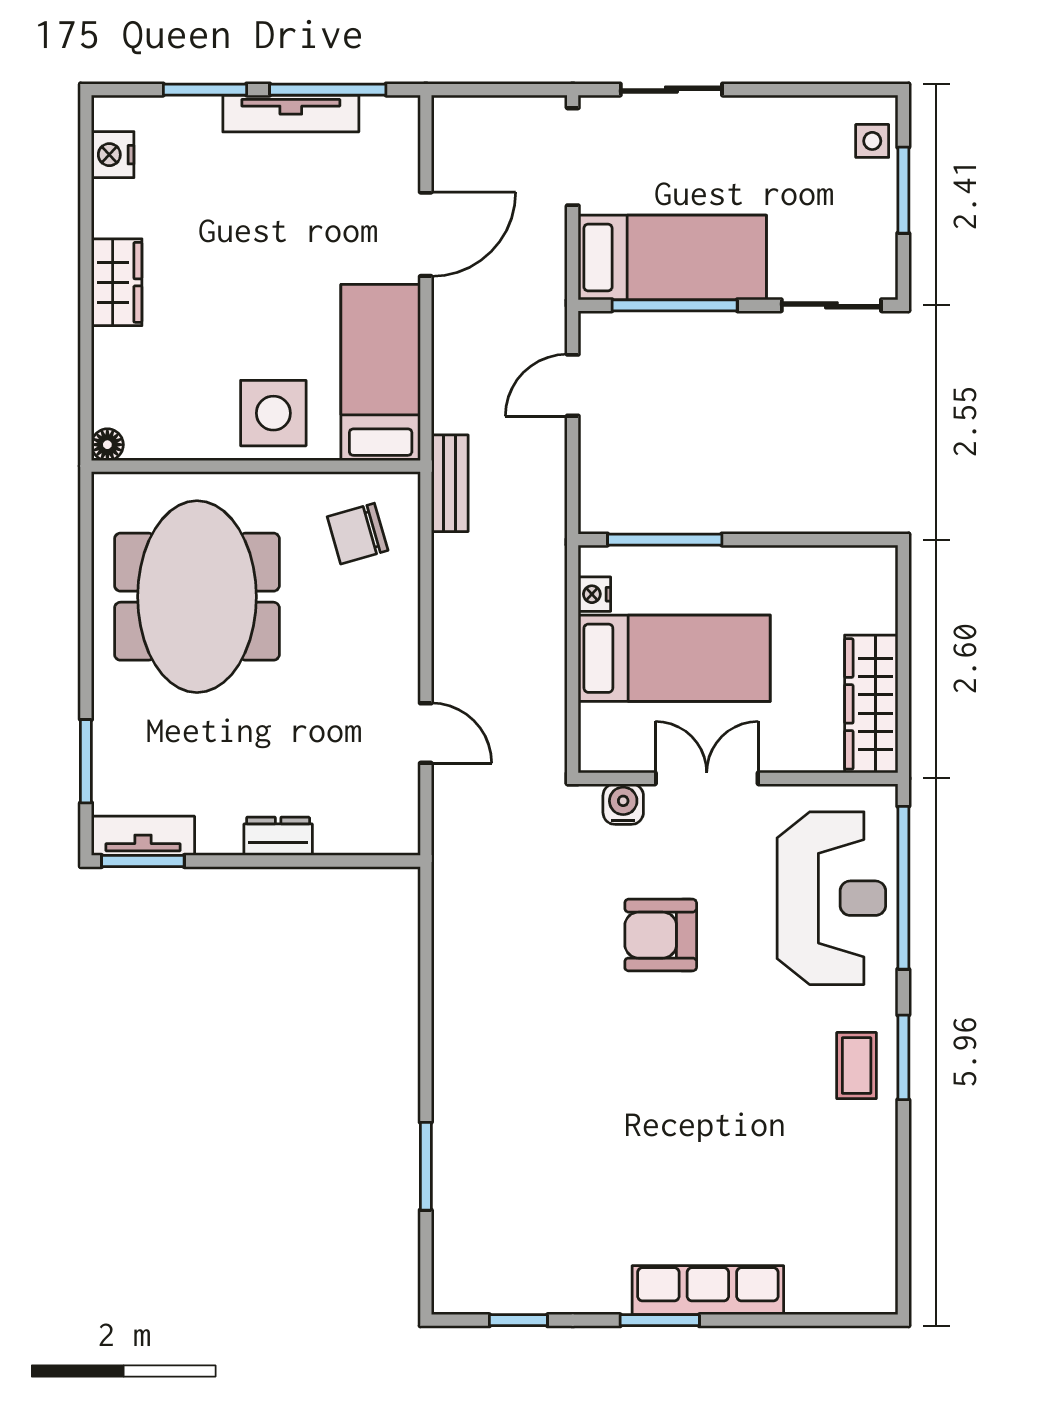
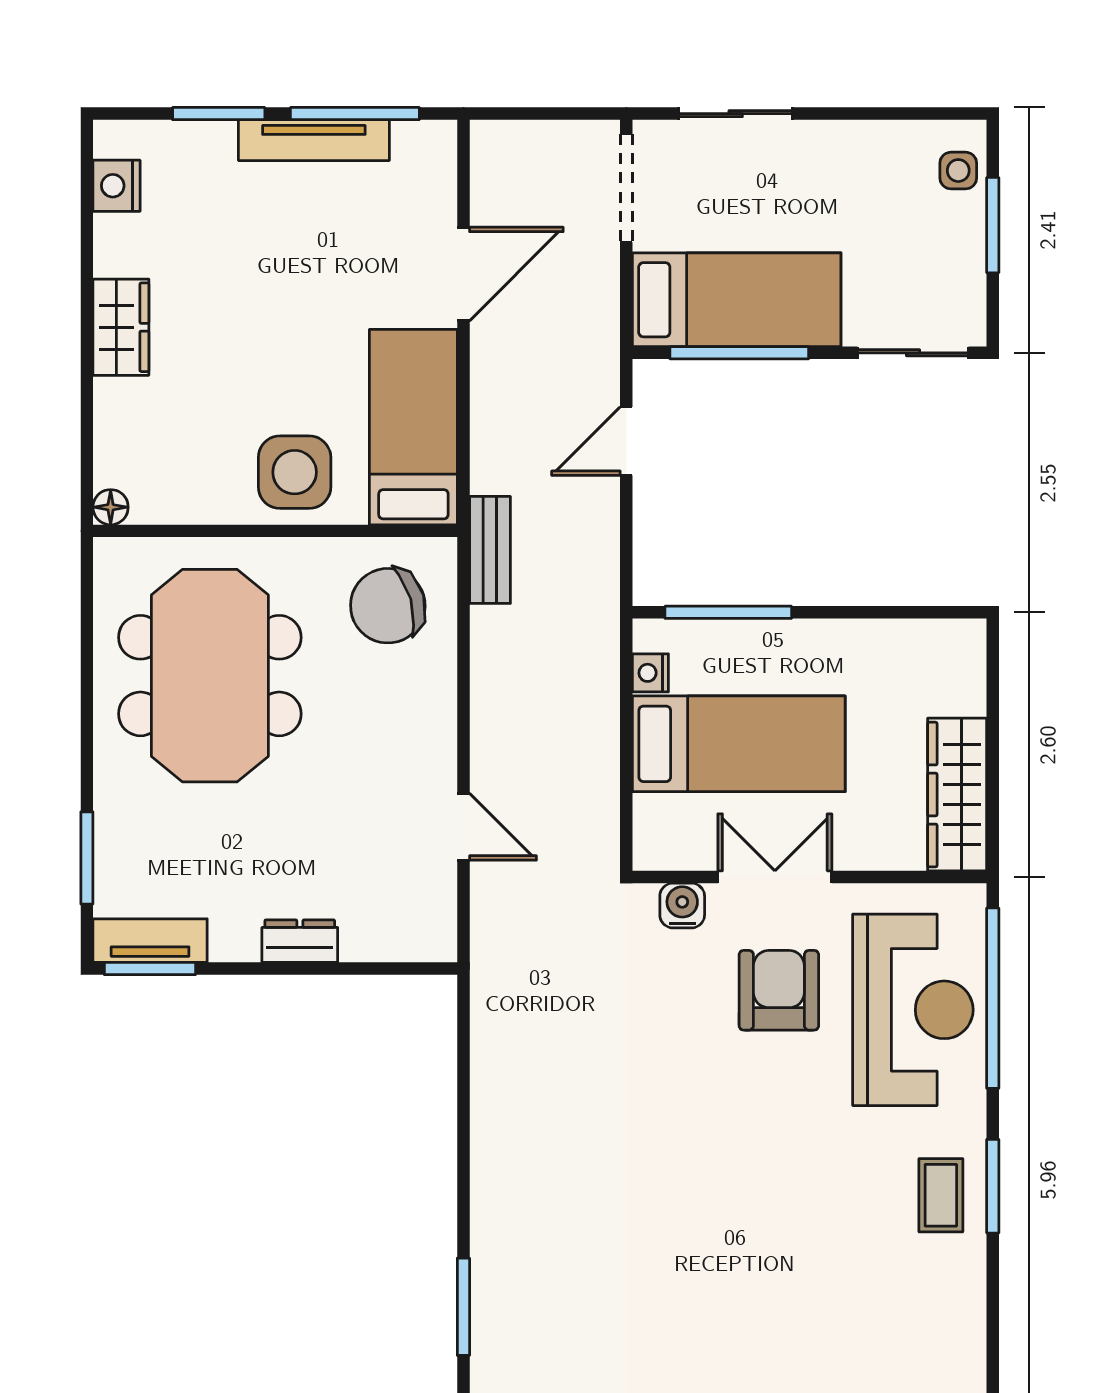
chair: (358, 534) -> (388, 606), width x1.37, depth x1.37
armchair: (661, 935) -> (779, 990), moved, turned 90

